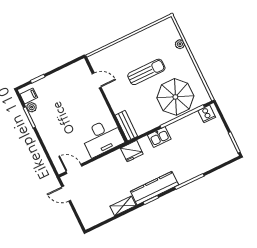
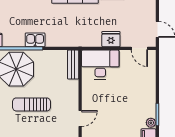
door: (97, 80) -> (80, 118), swing flipped
kitchen sink: (159, 137) -> (35, 40), moved
fridge: (132, 151) -> (111, 39), moved

